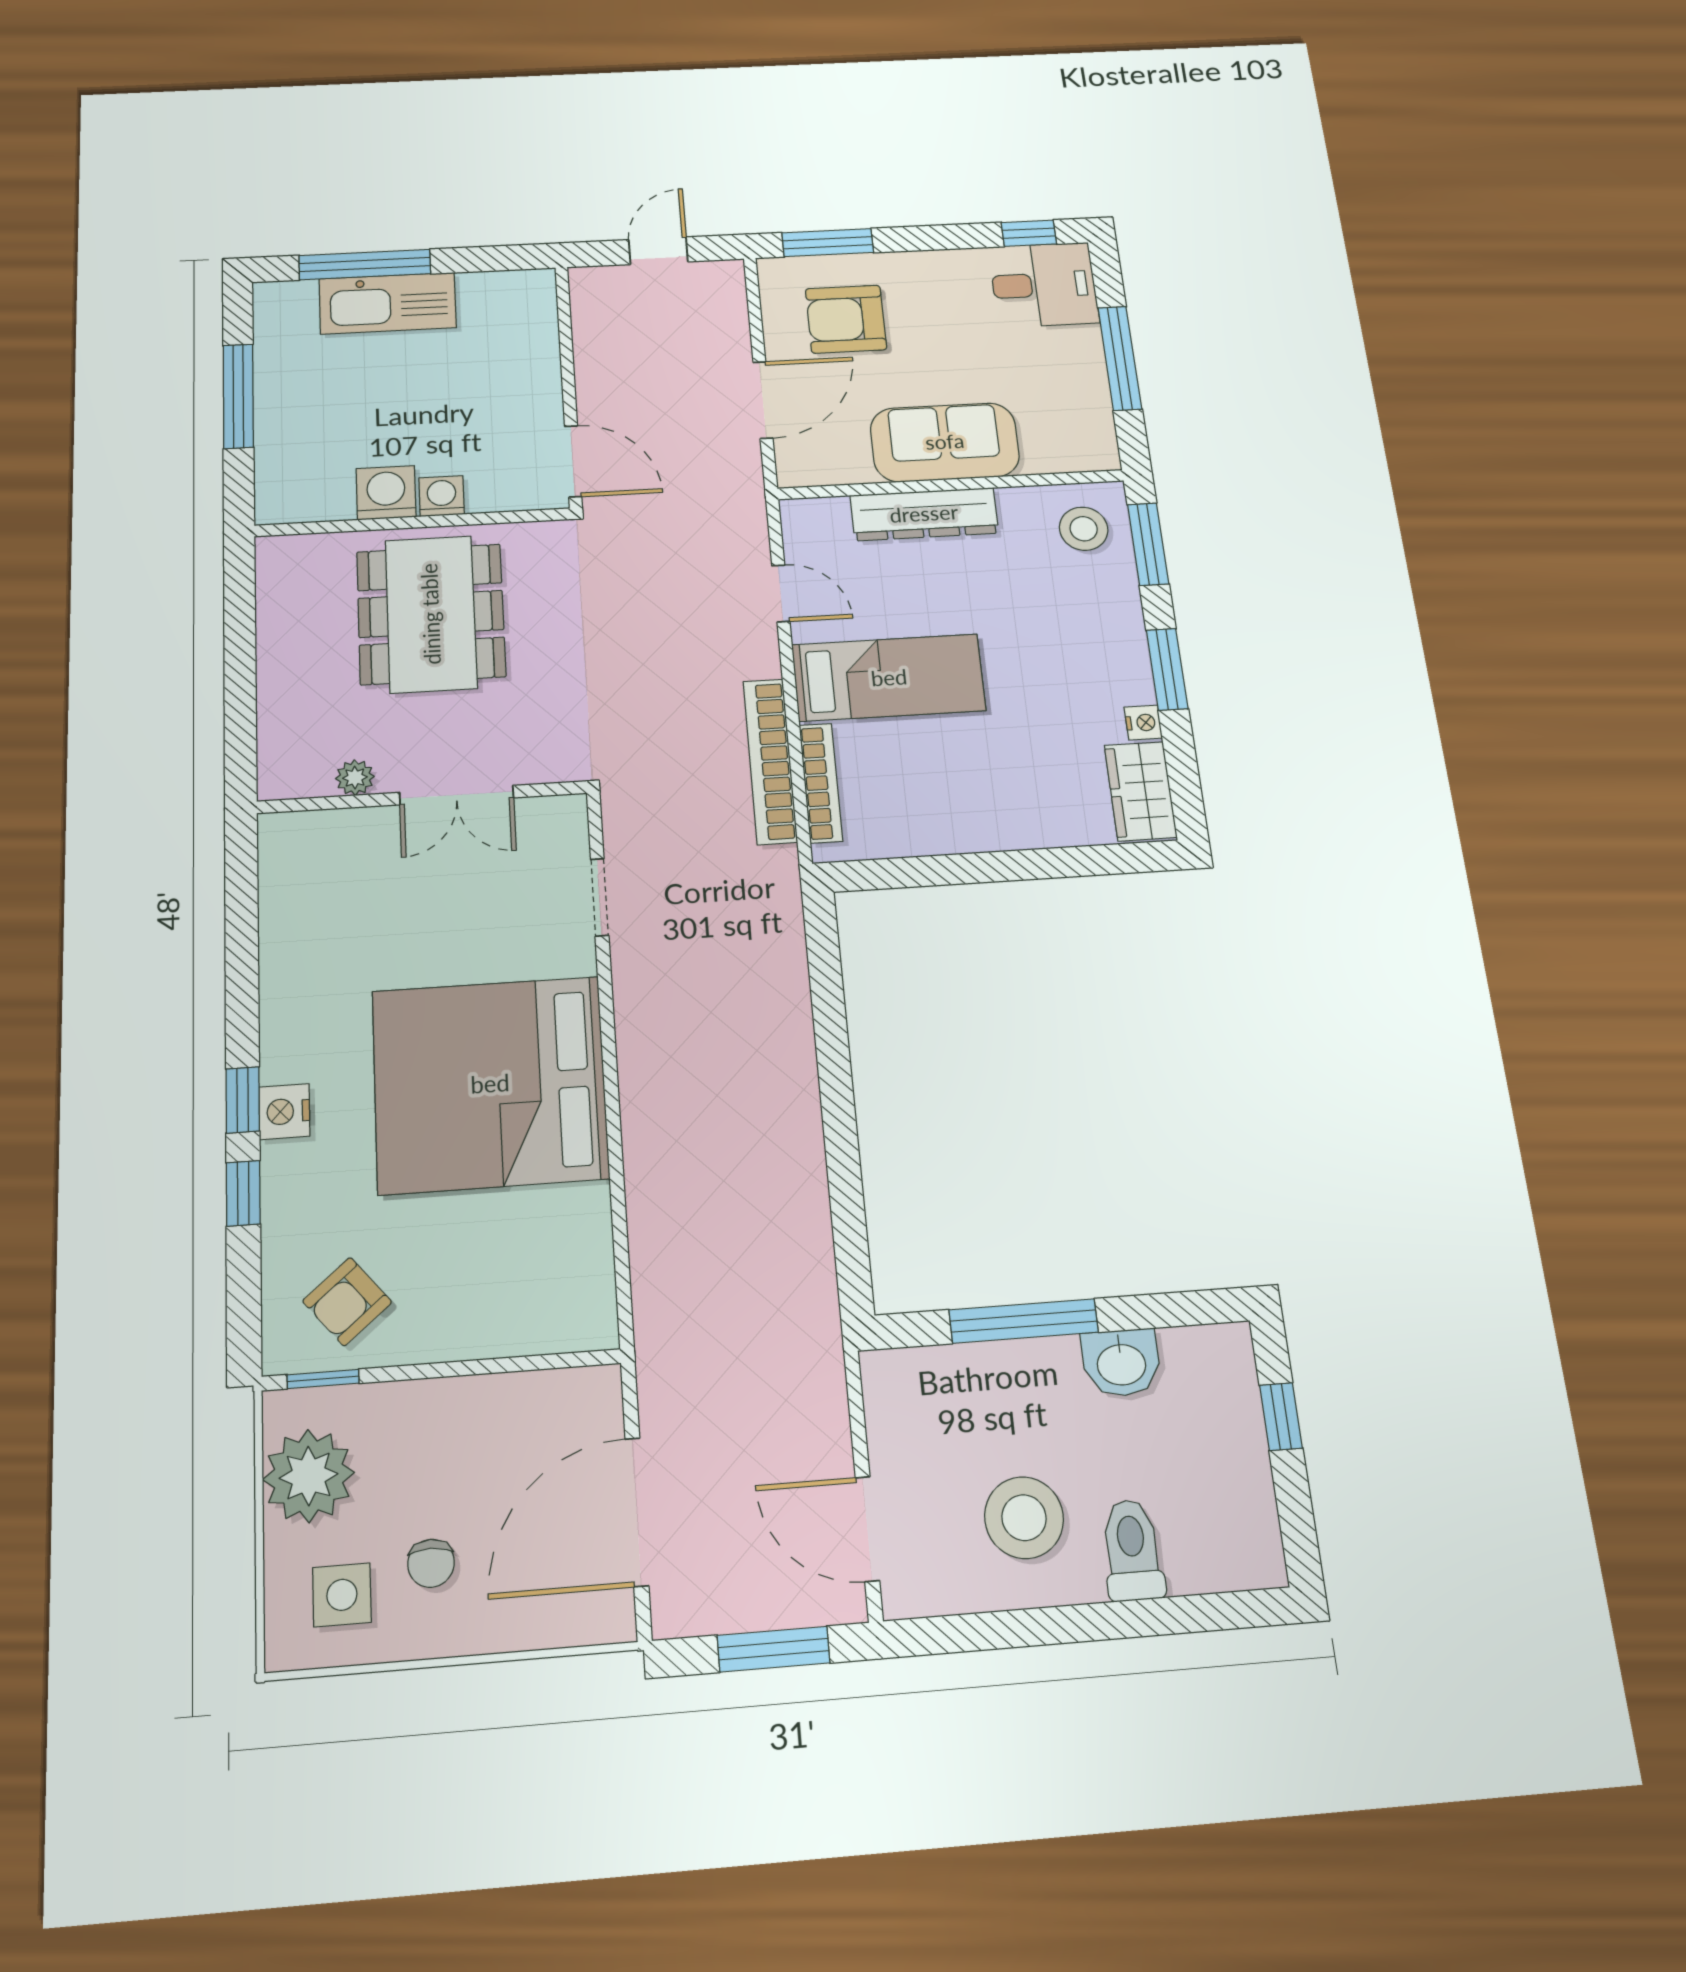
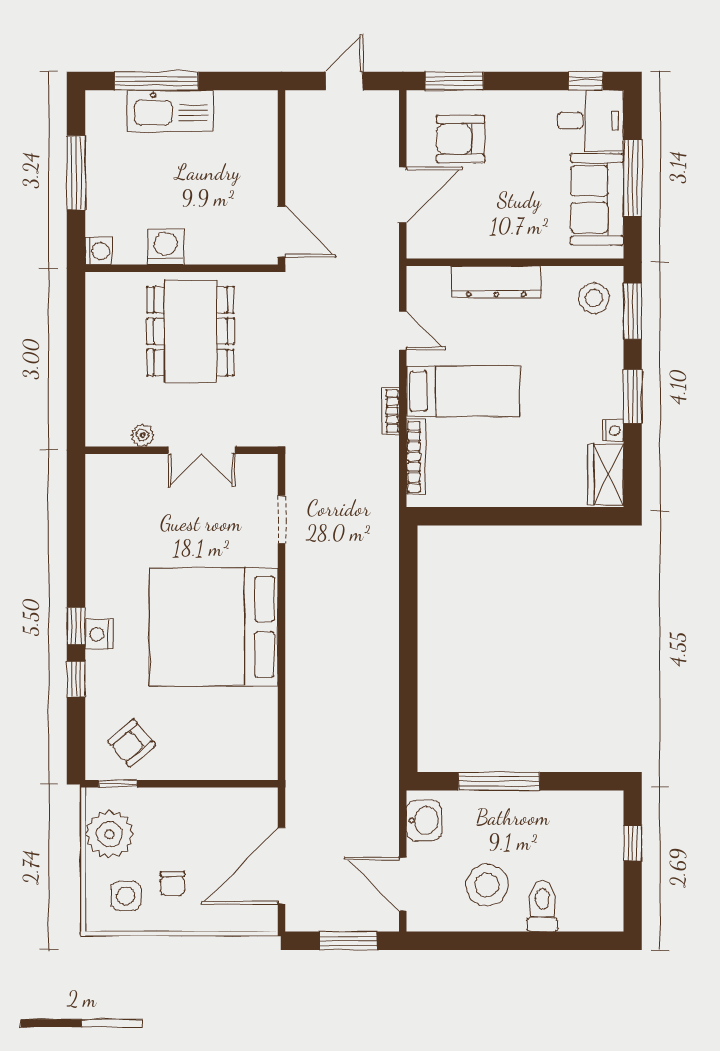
sofa: (945, 442) -> (597, 199), moved, turned -90
washing machine: (442, 496) -> (99, 251), moved, turned 90
bookcase: (770, 761) -> (390, 411), width x0.43, depth x0.76
washbasin: (1121, 1363) -> (424, 820), moved, turned -90

